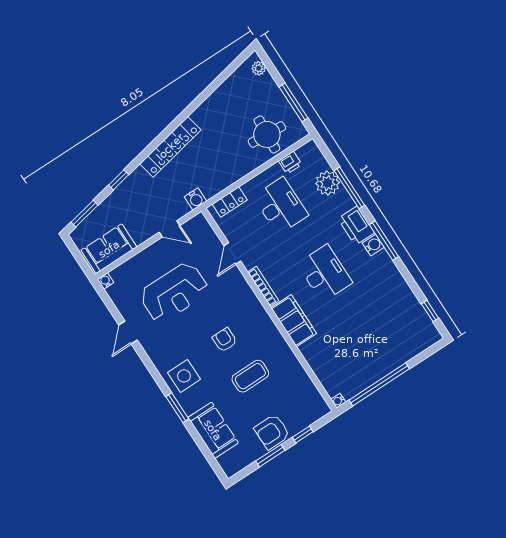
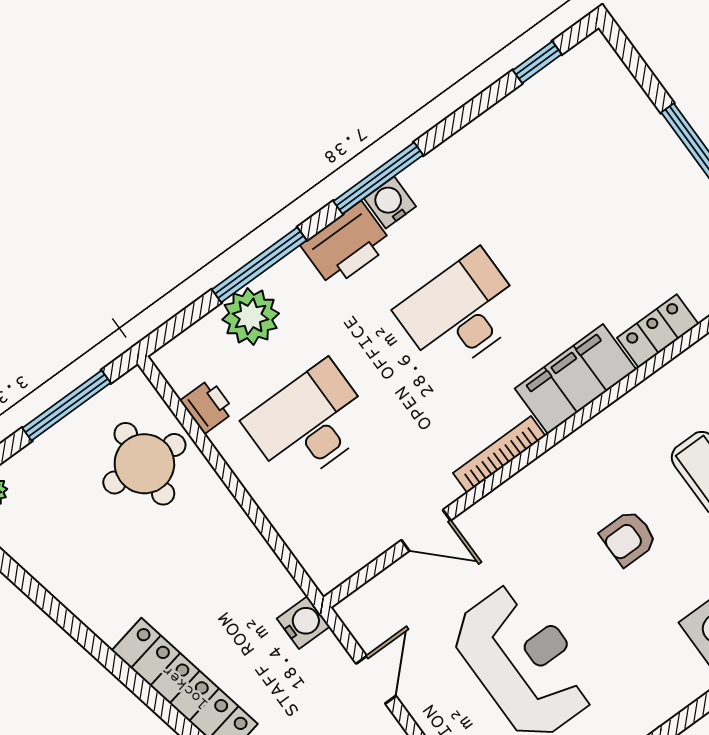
locker: (230, 202) -> (658, 331), moved, turned -90

